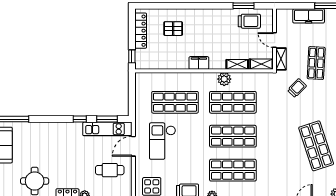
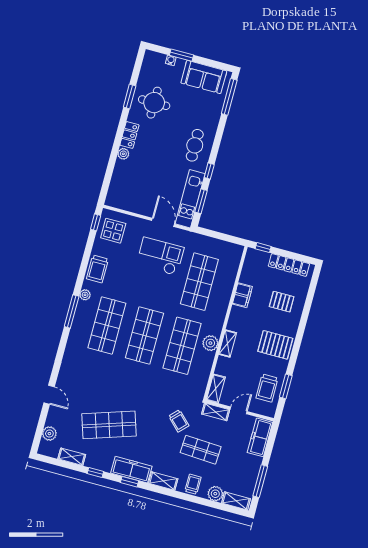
freezer: (309, 16) -> (260, 437), moved
pallet: (211, 24) -> (275, 345), added
pallet: (173, 29) -> (282, 302), turned 90
filing cabinet: (199, 63) -> (242, 295), moved
shelving: (237, 64) -> (228, 344), moved
cafe table: (110, 170) -> (195, 145), moved

